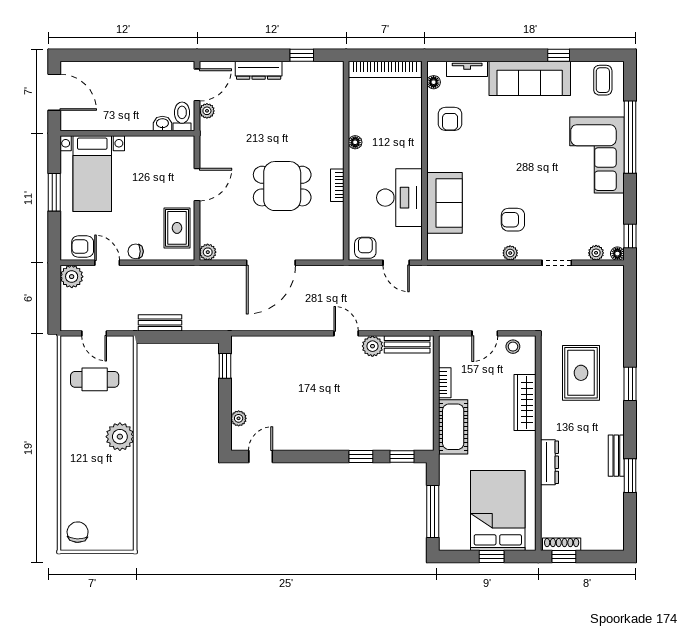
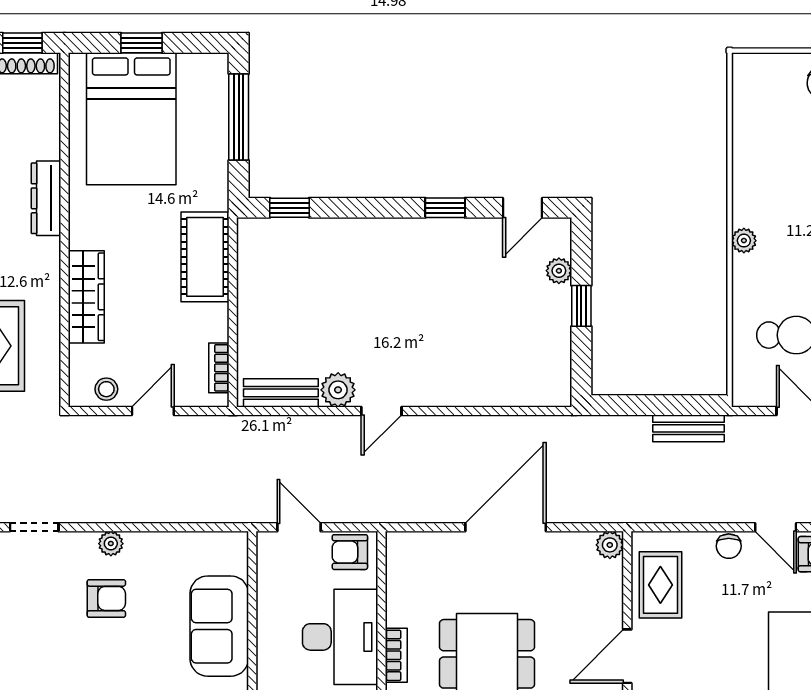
desk: (399, 198) -> (340, 637), moved, turned 180
armchair: (365, 248) -> (350, 552), turned 90
chair: (136, 251) -> (729, 546), turned 90
door: (346, 333) -> (381, 411), hinge flipped
window: (225, 366) -> (581, 306), moved
bookcase: (445, 383) -> (219, 368), moved
plant: (120, 437) -> (744, 241), width x0.53, depth x0.53
window: (361, 457) -> (445, 208), moved

